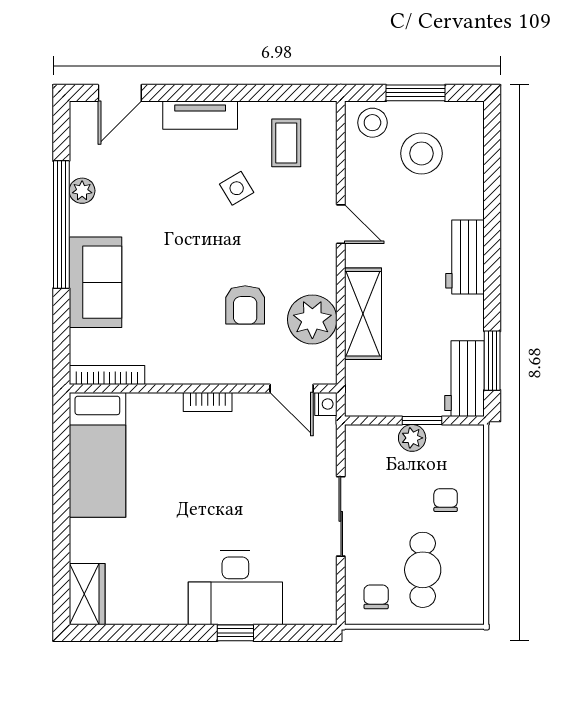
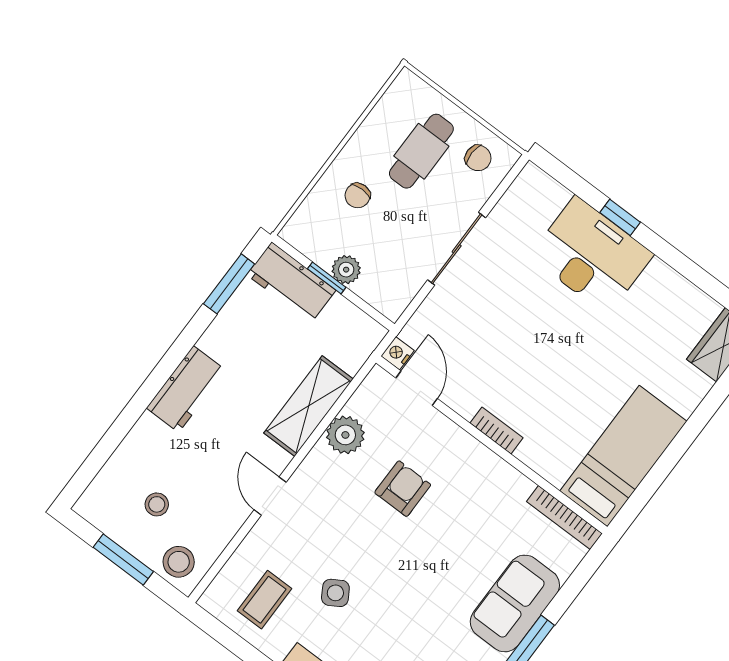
stool: (422, 153) -> (157, 504), width x0.53, depth x0.53
plant: (312, 319) -> (345, 435), width x0.73, depth x0.73
workbench: (465, 379) -> (291, 283), moved, turned 90
chair: (376, 597) -> (478, 158), turned -89

